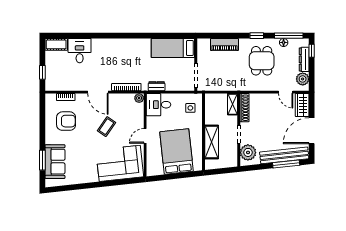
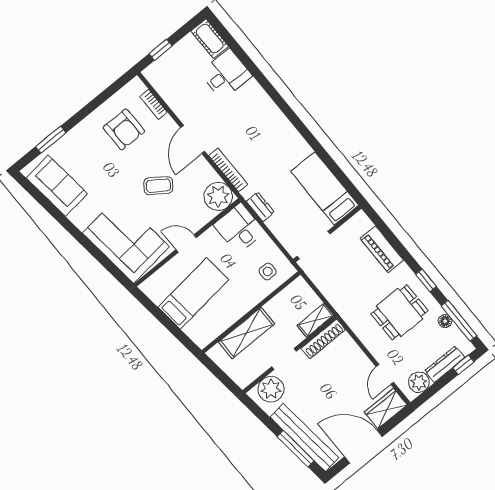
plant: (139, 98) -> (218, 196), width x1.88, depth x1.88
bed: (177, 152) -> (193, 293), width x0.67
sofa: (55, 162) -> (57, 186), moved, turned -96

